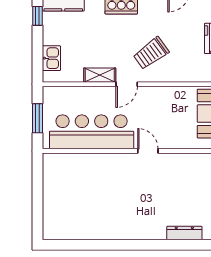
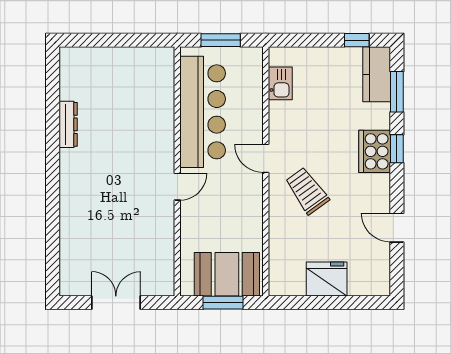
kitchen sink: (51, 58) -> (280, 83), moved, turned -90
shelving: (100, 75) -> (278, 123), removed
dresser: (184, 233) -> (68, 124), moved

